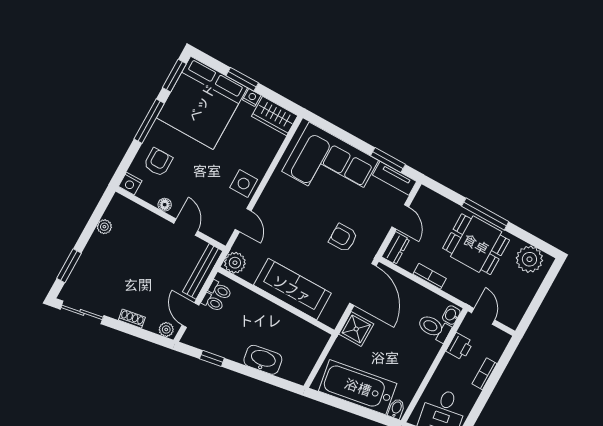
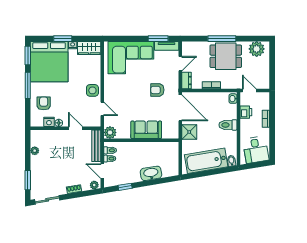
nightstand: (130, 184) -> (49, 122), moved
door: (400, 217) -> (180, 64), hinge flipped
sofa: (292, 289) -> (146, 130), width x0.73
toilet: (434, 328) -> (228, 125), moved

